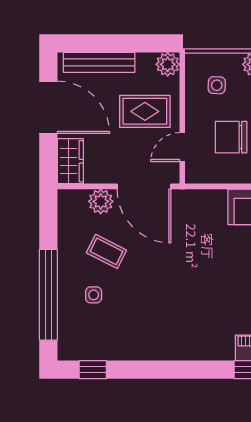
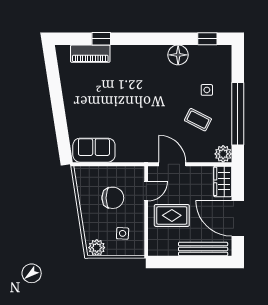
plant: (168, 64) -> (156, 248), removed
door: (144, 186) -> (172, 164), width x0.73
plant: (101, 201) -> (223, 154), moved
window: (48, 295) -> (238, 114), moved
floor lamp: (136, 346) -> (178, 55), added

